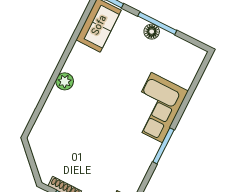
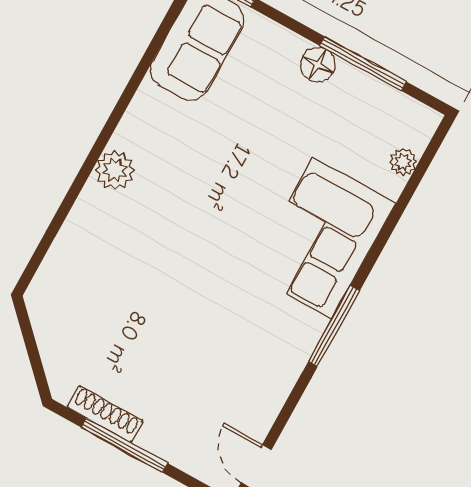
window: (157, 23) -> (363, 64), moved
plant: (191, 73) -> (403, 162), added

